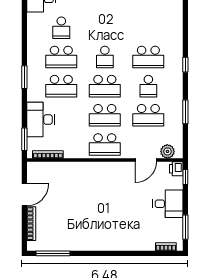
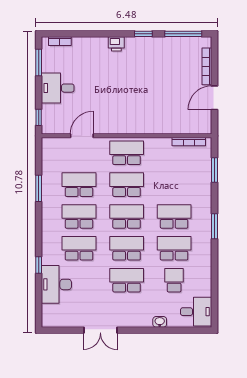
school desk: (105, 28) -> (127, 280), added
school desk: (105, 57) -> (127, 248), width x1.85
window: (185, 65) -> (39, 265), moved
school desk: (148, 86) -> (79, 216), width x1.85
desk: (41, 120) -> (56, 284), moved, turned 180
window: (24, 139) -> (214, 170), moved
plant: (167, 151) -> (58, 145), removed
printer: (176, 169) -> (116, 44), moved, turned 90
window: (89, 253) -> (143, 34), added

